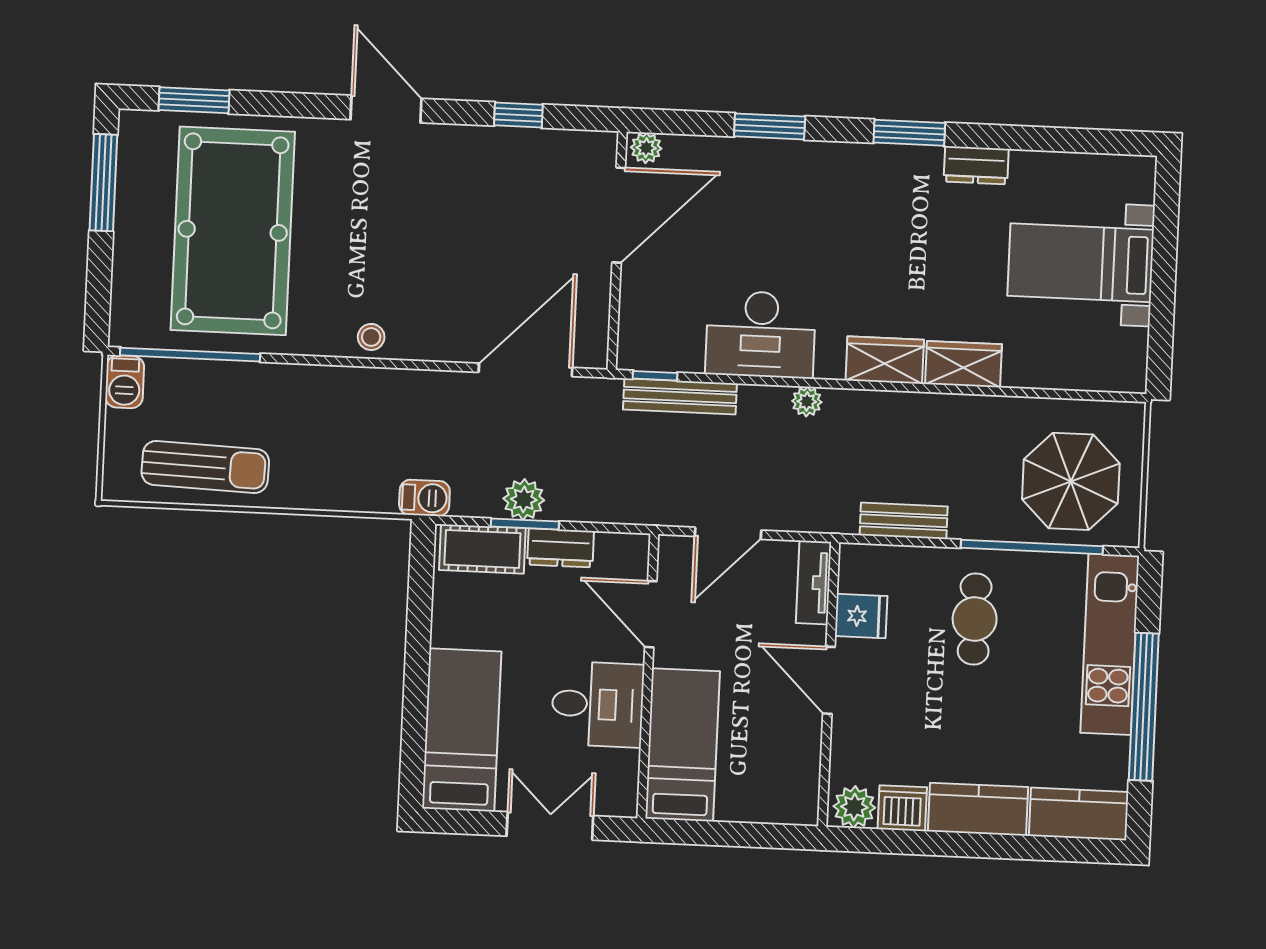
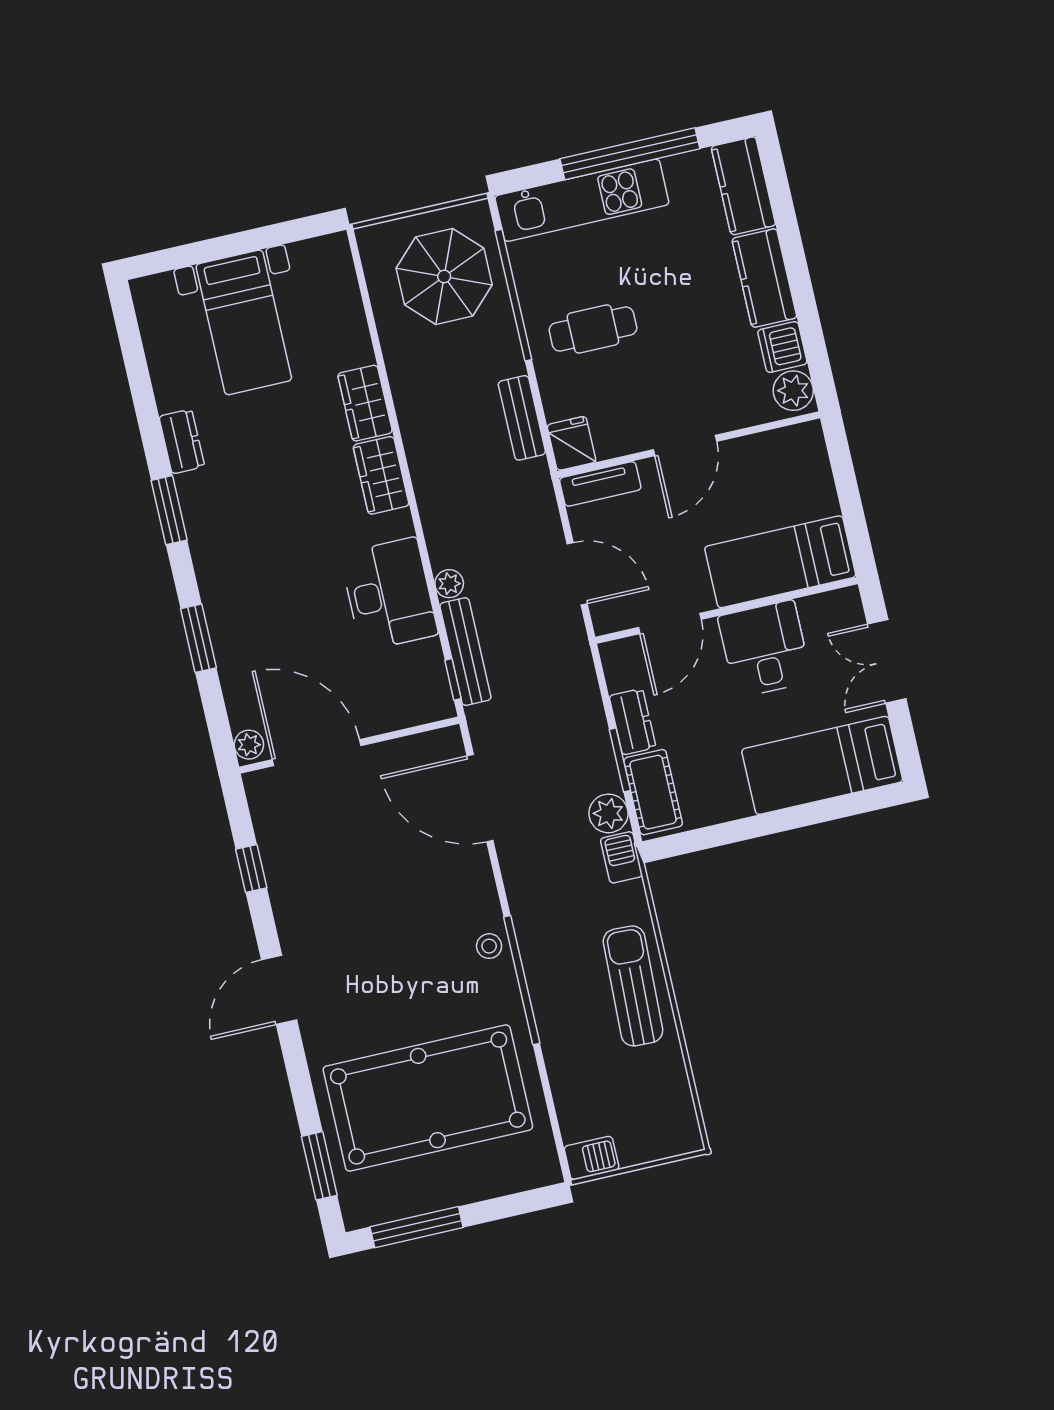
window: (190, 355) -> (522, 980), moved
plant: (807, 402) -> (449, 584), moved
sun lounger: (205, 467) -> (633, 986), moved
plant: (524, 499) -> (608, 813), moved
fridge: (861, 616) -> (572, 443), moved

